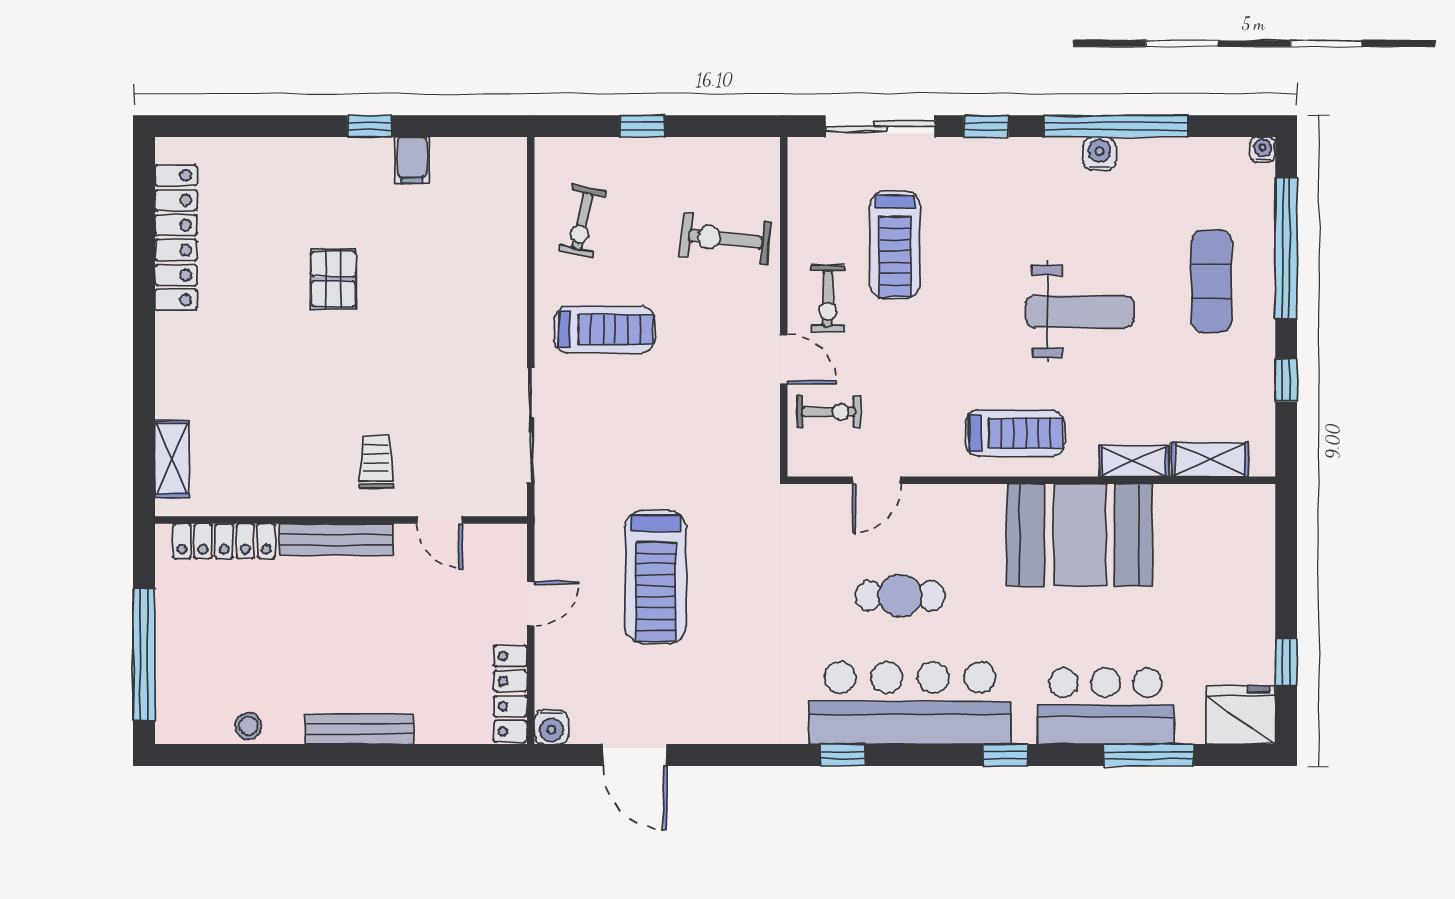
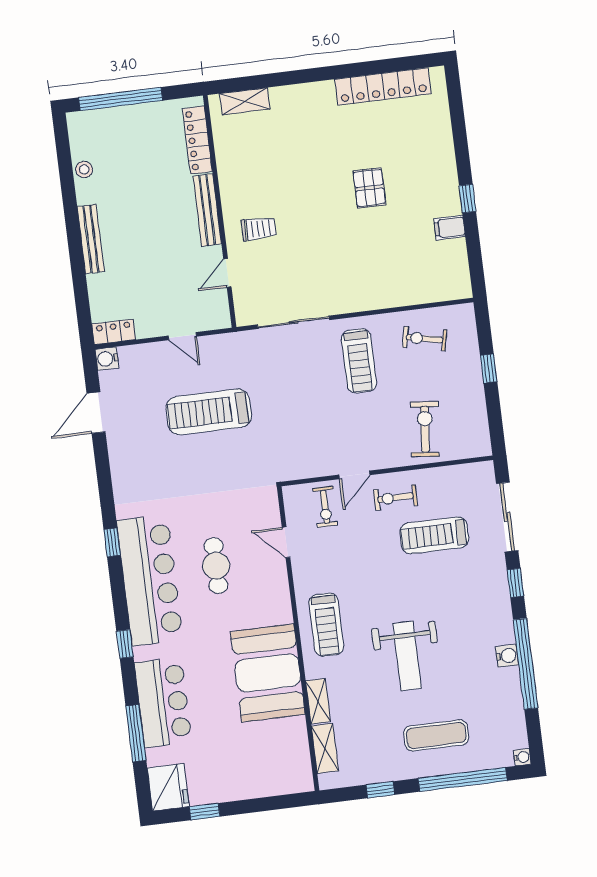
pallet: (333, 279) -> (369, 188), turned 90
locker: (510, 694) -> (114, 332), width x0.66

